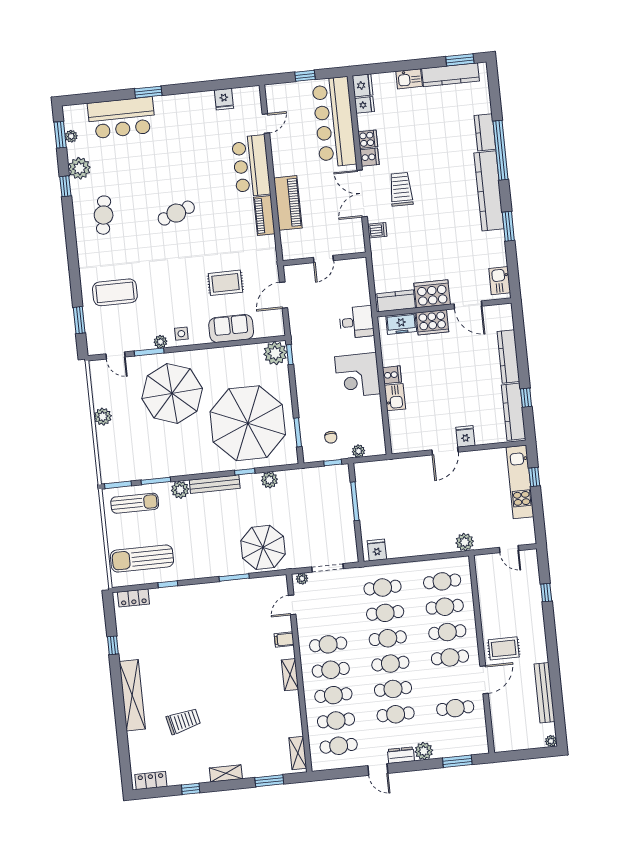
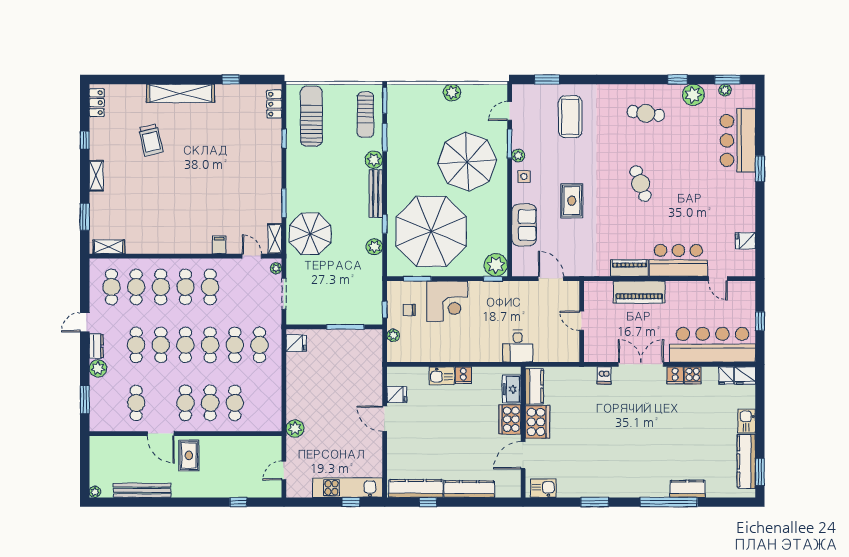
trolley: (401, 189) -> (641, 402), removed
kitchen counter: (489, 191) -> (631, 487), removed
rug: (225, 283) -> (572, 201), moved
corner desk: (357, 375) -> (447, 301), moved, turned 180
fridge: (465, 436) -> (397, 395), moved
cafe table: (442, 581) -> (259, 403), removed
shelving: (290, 675) -> (275, 239), moved, turned 90

